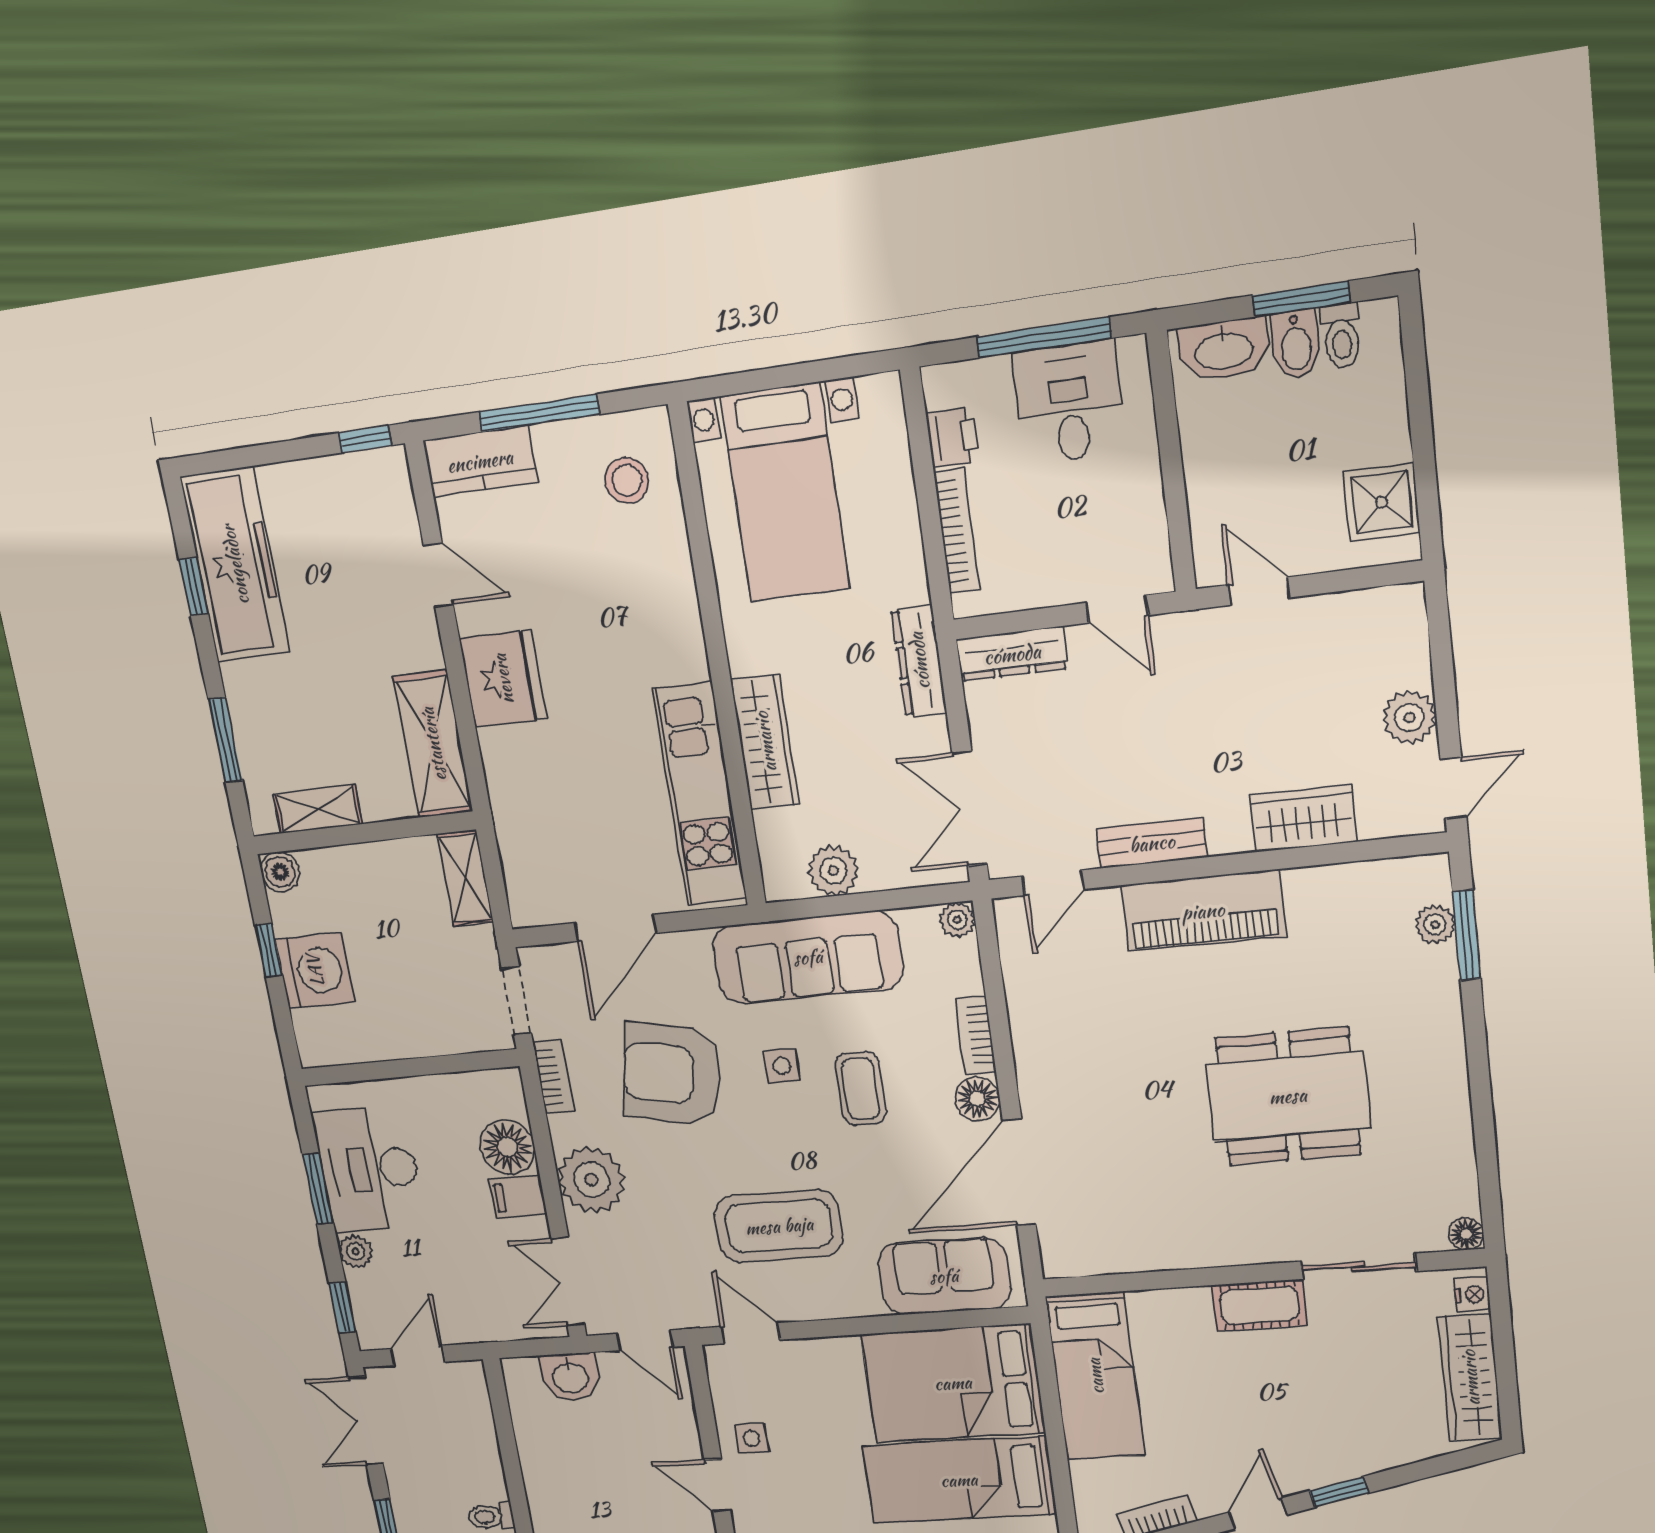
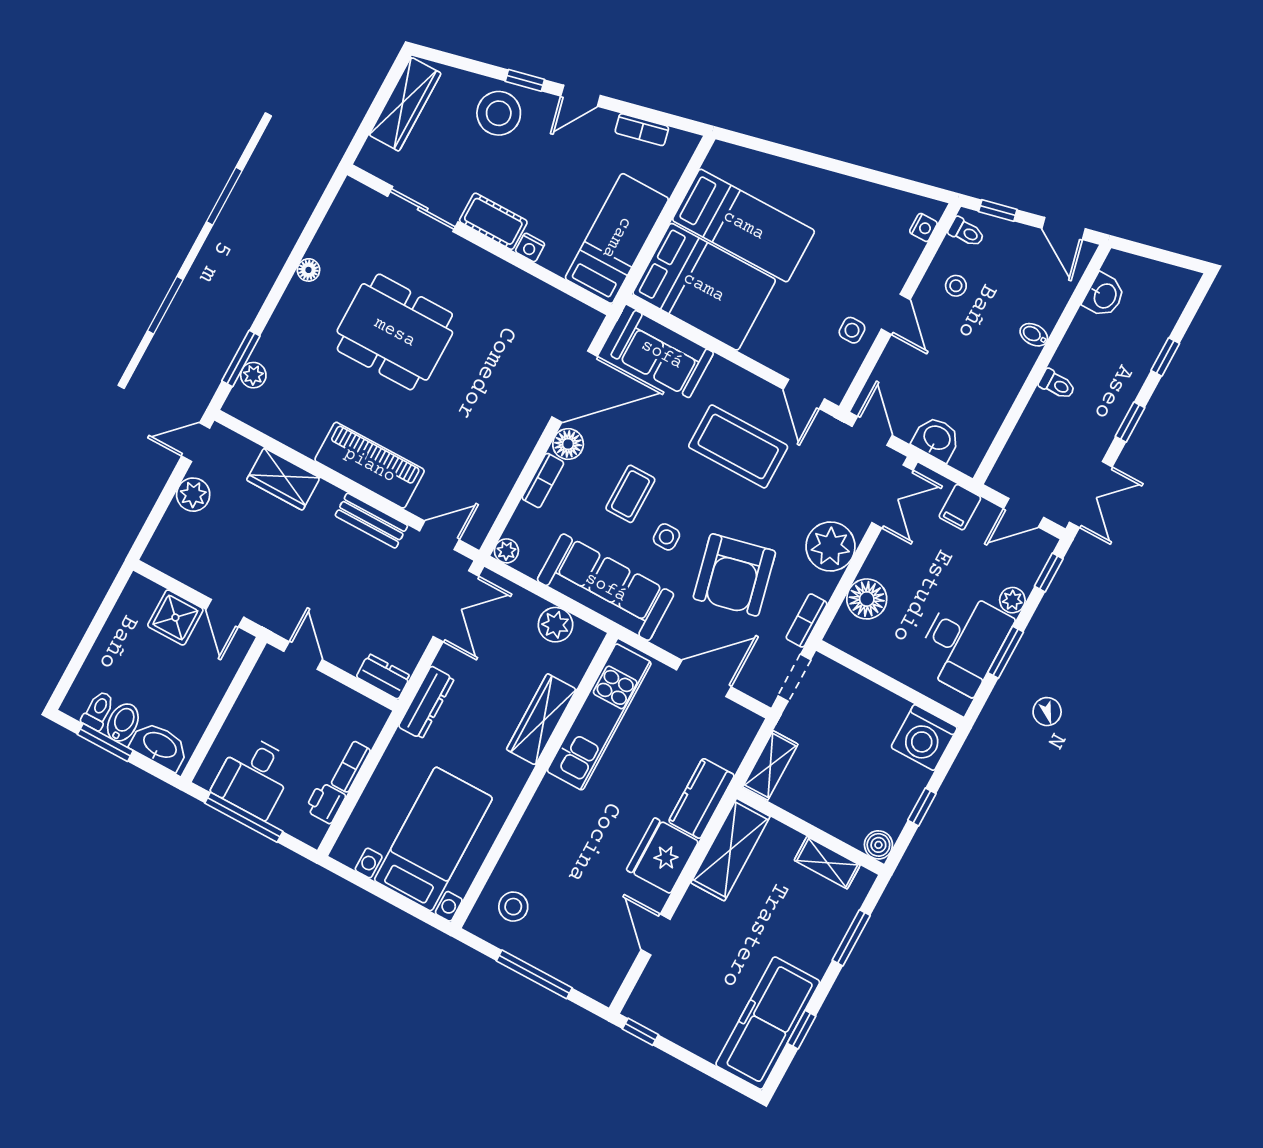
kitchen counter: (480, 461) -> (701, 798), moved, turned -90
shower: (1382, 502) -> (175, 618), moved
bookcase: (957, 531) -> (351, 767), width x0.64
dresser: (1012, 654) -> (383, 676), width x0.70
washing machine: (315, 971) -> (924, 738), moved, turned -90
armchair: (672, 1074) -> (734, 575), turned 66
filing cabinet: (518, 1197) -> (960, 507), moved, turned 90
floor lamp: (1466, 1234) -> (308, 270), moved
nightstand: (1472, 1295) -> (530, 247), moved, turned -90
stool: (1344, 1435) -> (499, 113), added

